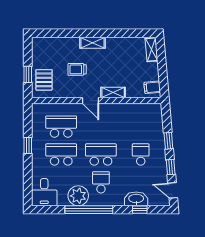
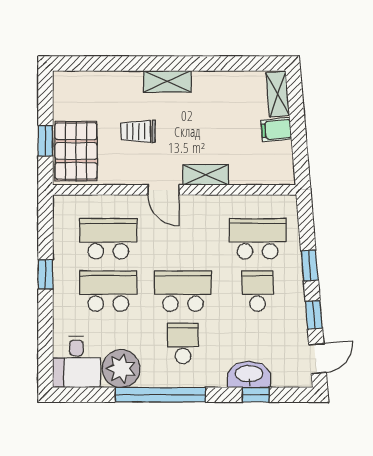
pallet: (44, 80) -> (76, 151), width x1.50, depth x1.42
filing cabinet: (152, 87) -> (276, 130), moved
school desk: (141, 127) -> (258, 239), added
door: (173, 190) -> (318, 359), swing flipped
plant: (78, 196) -> (121, 369), moved

